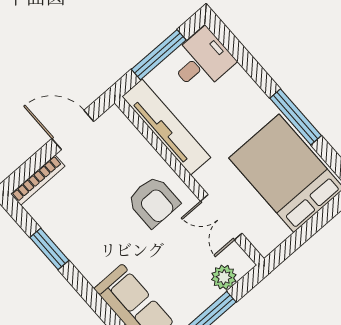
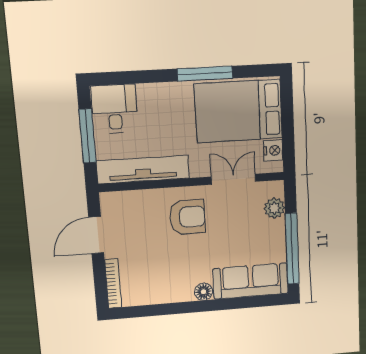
double door: (221, 217) -> (233, 179), swing flipped
nightstand: (276, 233) -> (273, 150), added
window: (49, 249) -> (166, 309), removed
floor lamp: (93, 272) -> (204, 292), added

